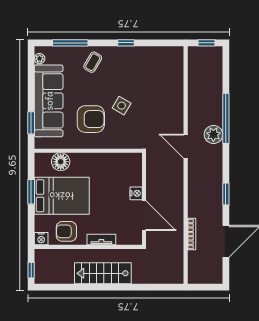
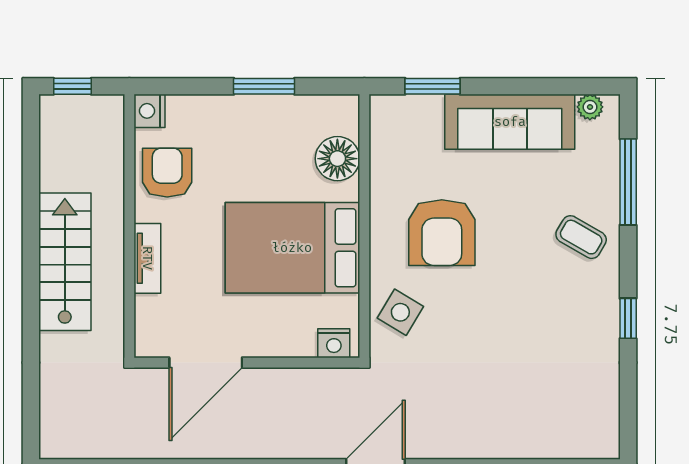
sofa: (49, 101) -> (510, 122), width x0.74, depth x0.79
side table: (122, 106) -> (400, 312), moved
nightstand: (136, 193) -> (334, 343), moved
bed: (62, 196) -> (292, 248), moved, turned 90

